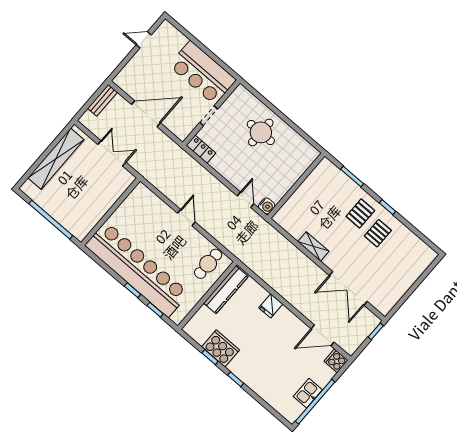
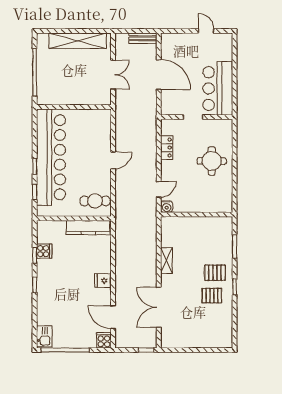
locker: (201, 149) -> (167, 147), moved
fridge: (271, 306) -> (103, 281), moved
cooker: (221, 348) -> (44, 251), width x0.53, depth x0.76
kitchen sink: (308, 393) -> (44, 336), moved, turned 90

